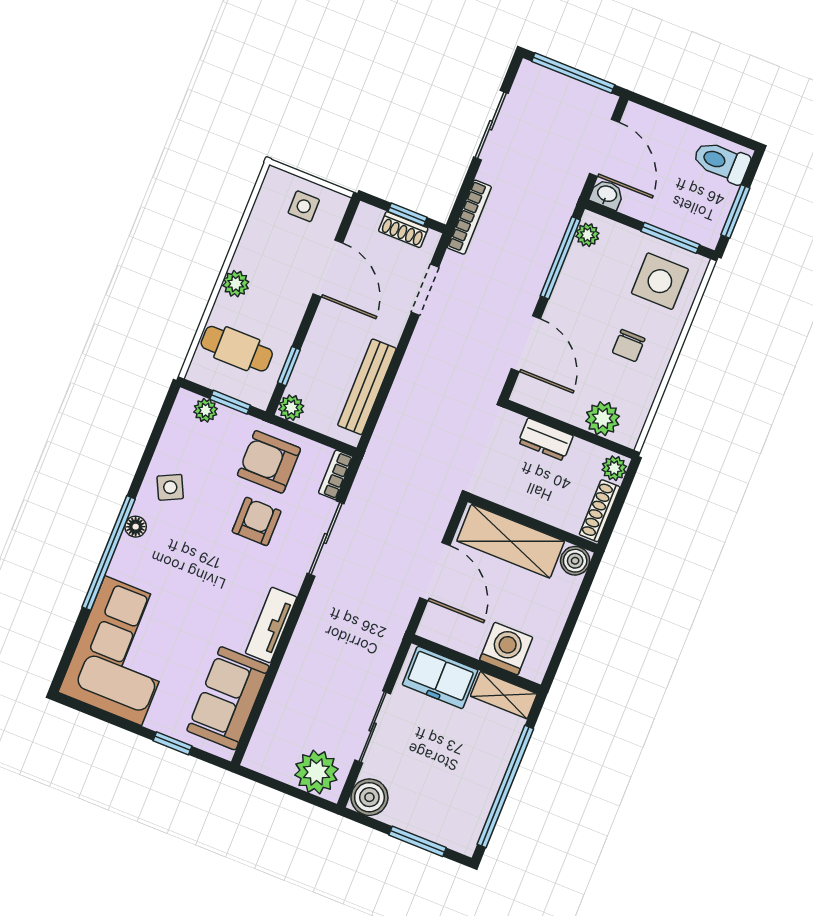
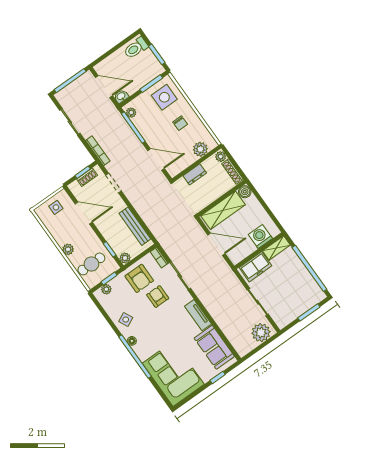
armchair: (269, 462) -> (139, 278), turned -90
boiler: (369, 797) -> (282, 319), removed

